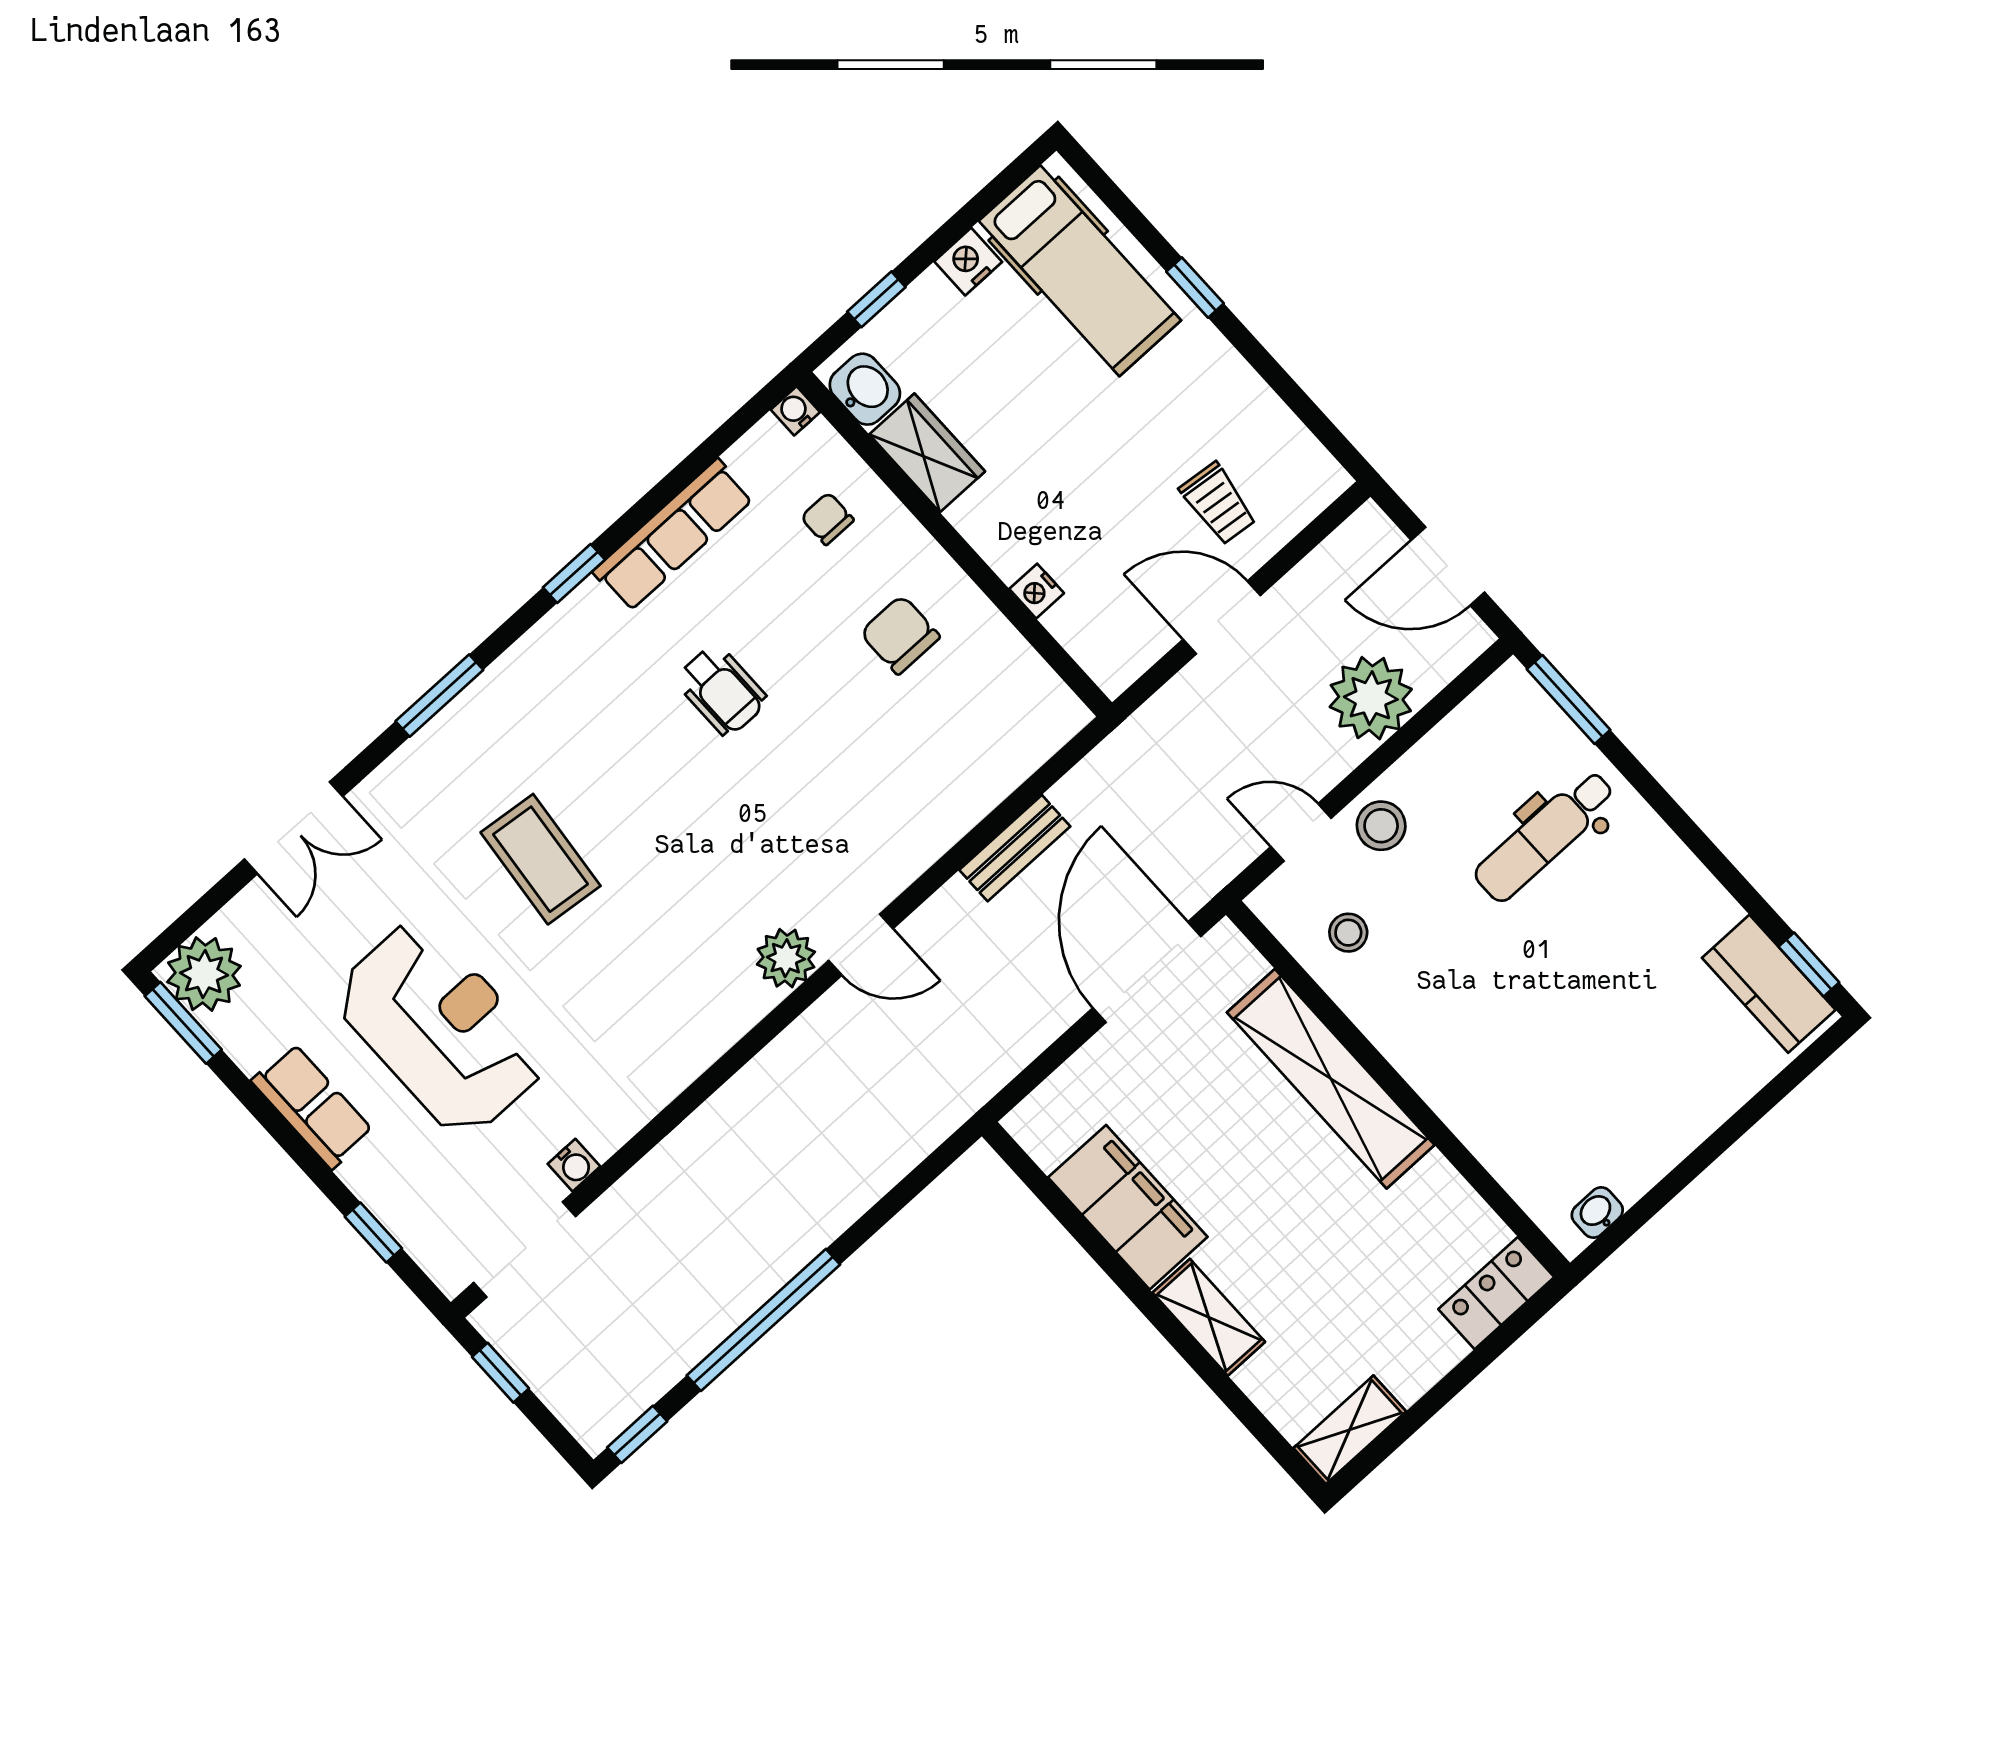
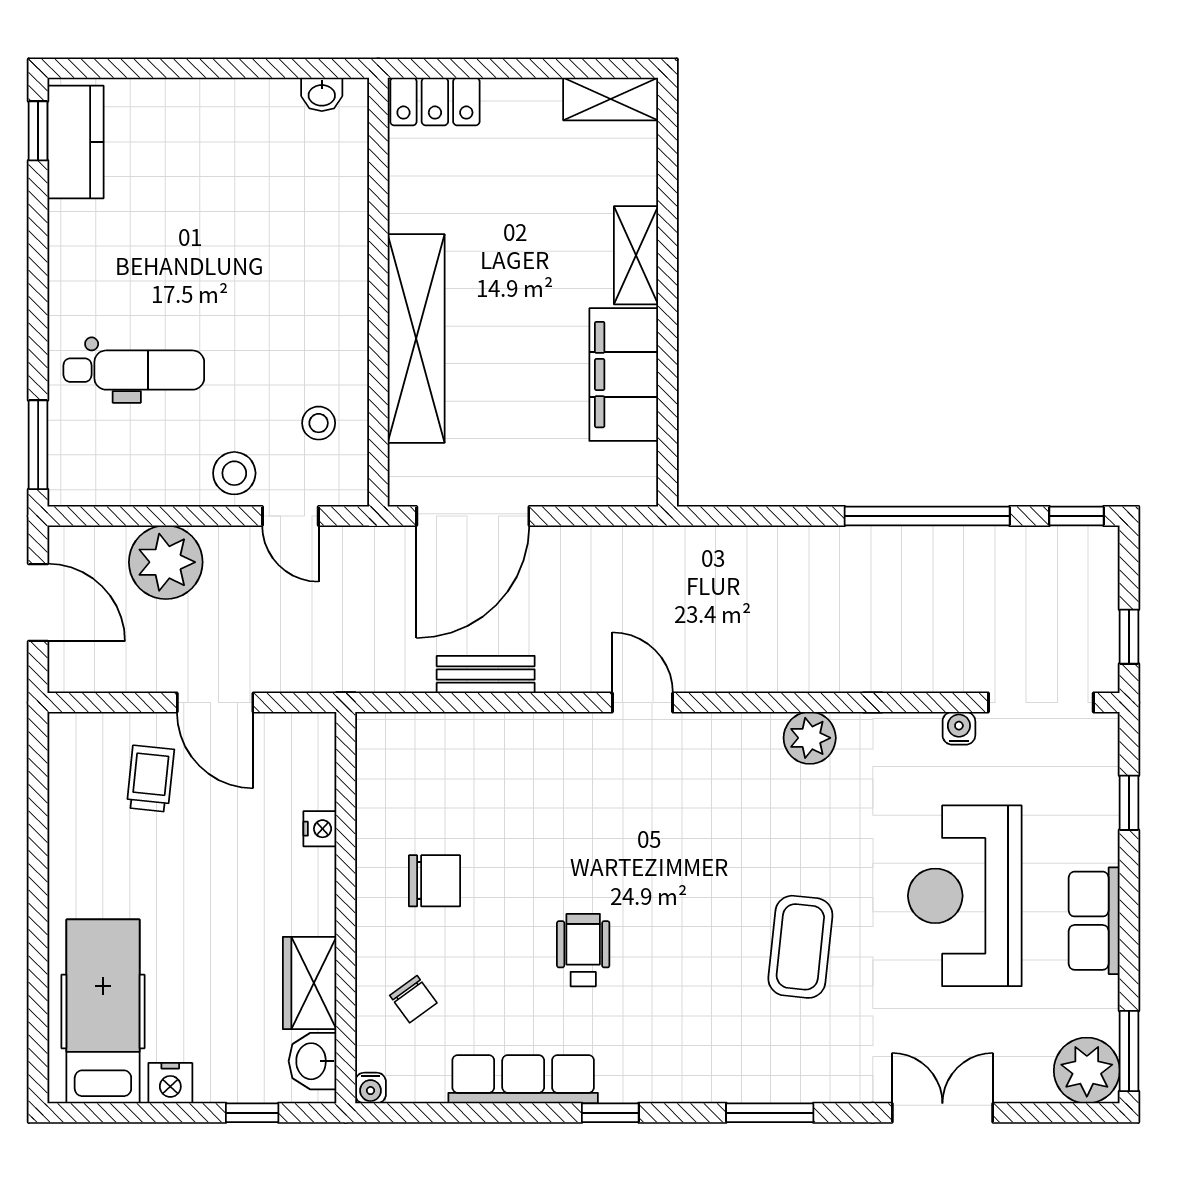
window: (1195, 288) -> (38, 933), removed
chair: (827, 519) -> (413, 999), turned -36
chair: (900, 635) -> (434, 881), turned -90
plant: (786, 958) -> (810, 738), moved

